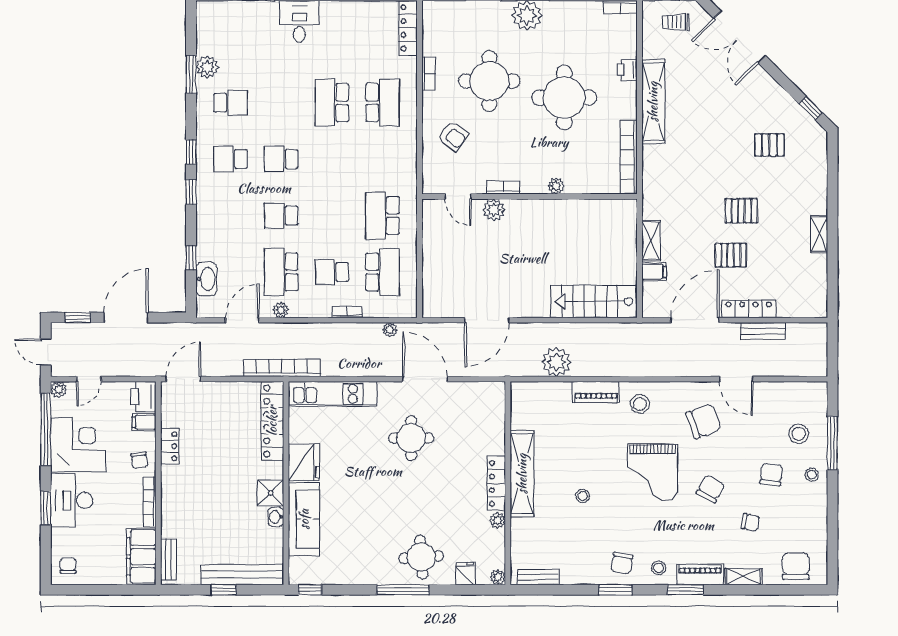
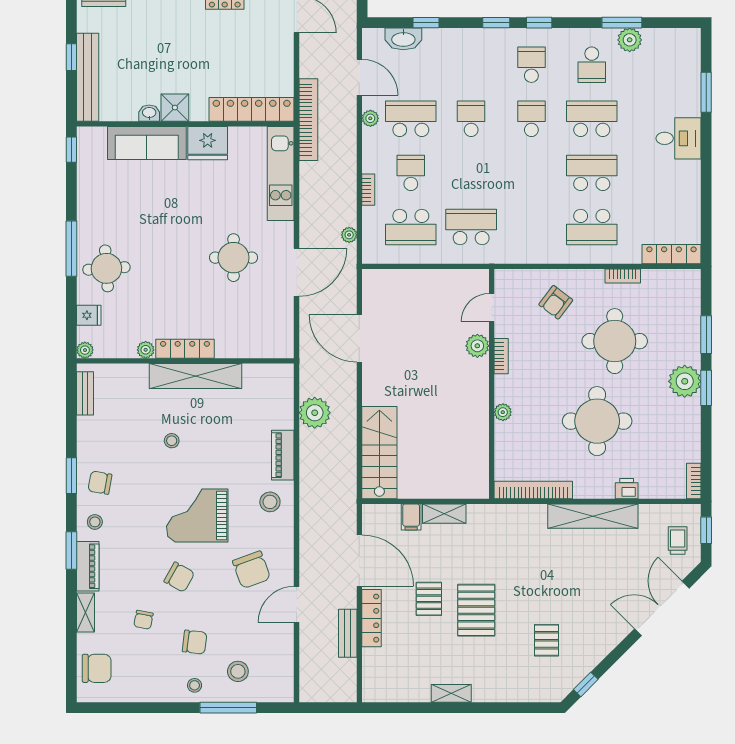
school desk: (281, 103) -> (592, 119), added
pallet: (741, 211) -> (476, 610), width x1.50, depth x1.42

